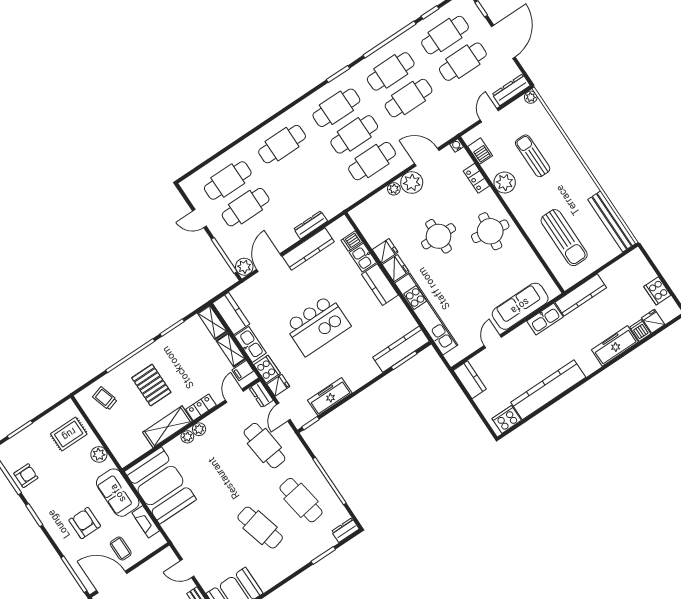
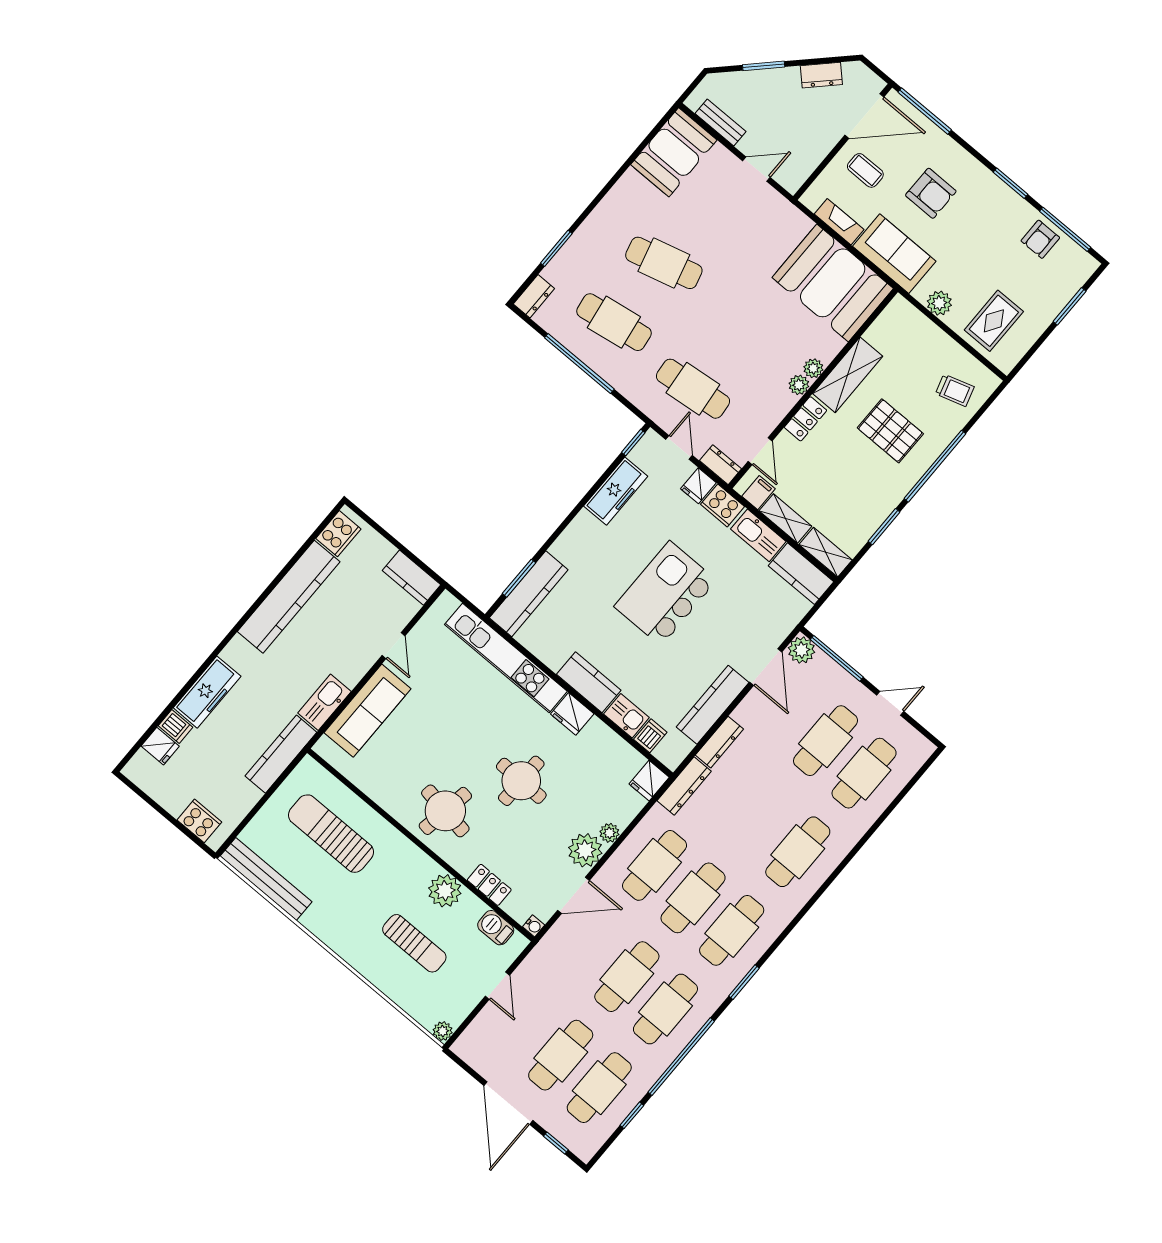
dresser: (511, 90) -> (684, 786), moved
fridge: (385, 251) -> (649, 781), moved
cooker: (657, 291) -> (199, 821), moved

